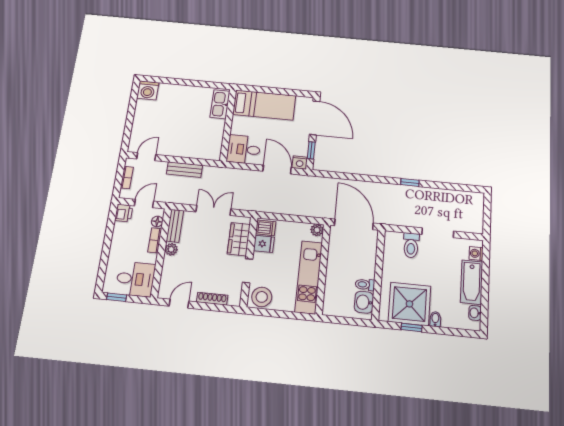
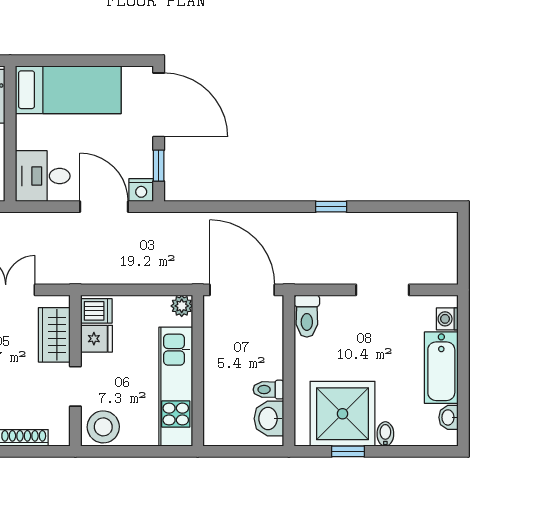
toilet: (411, 245) -> (307, 316), moved

